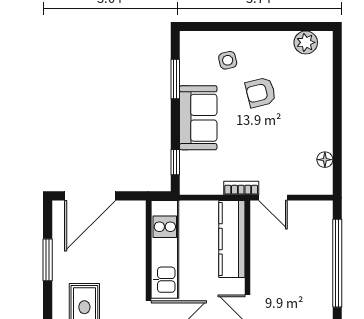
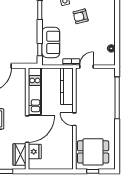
sofa: (198, 118) -> (51, 42), moved
door: (273, 198) -> (87, 67), swing flipped

